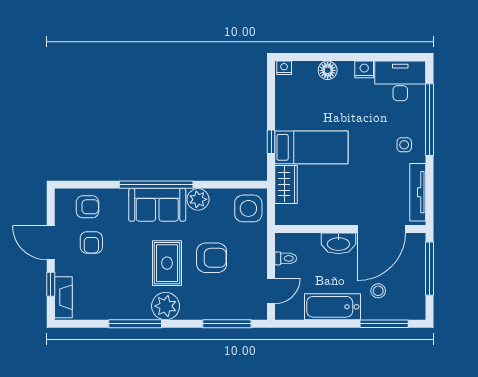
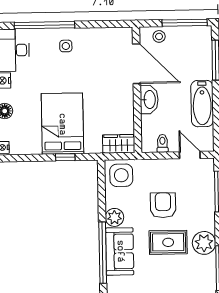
bed: (311, 147) -> (62, 124), width x1.50
wardrobe: (286, 184) -> (119, 144), moved
tv unit: (418, 192) -> (105, 34), removed
window: (430, 269) -> (185, 23), moved
stool: (378, 291) -> (159, 36), moved

